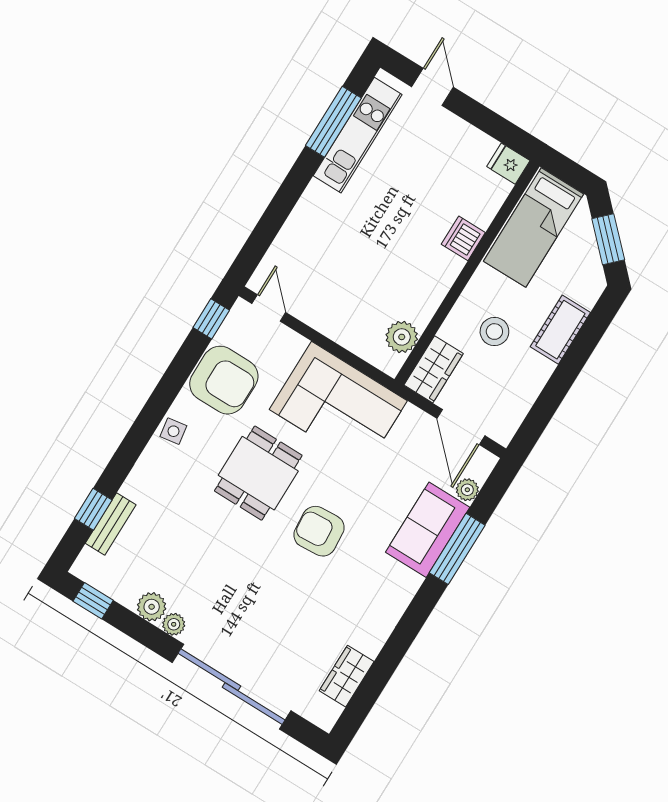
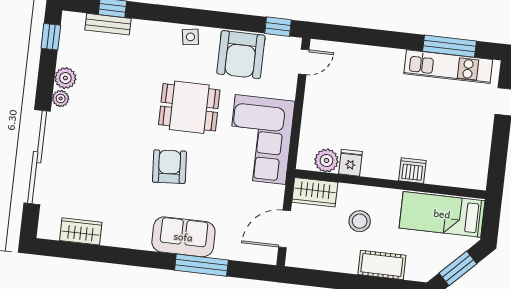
fridge: (508, 164) -> (350, 163), moved
plant: (467, 490) -> (245, 253), removed
sofa: (428, 530) -> (183, 237), moved

